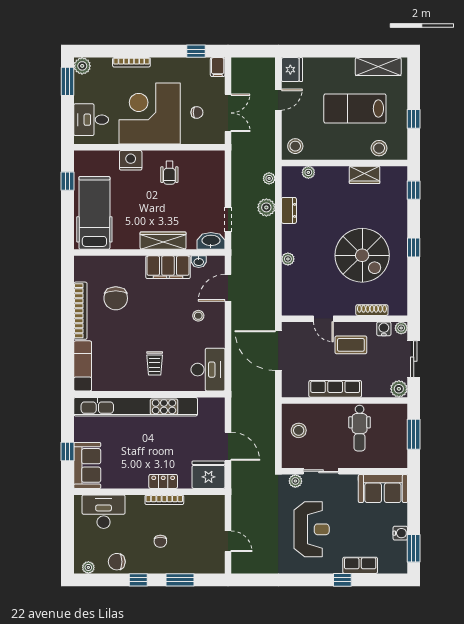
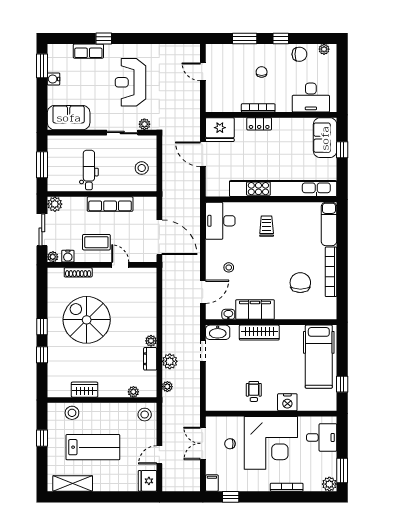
window: (414, 190) -> (42, 355), moved
plant: (288, 259) -> (151, 341), moved

